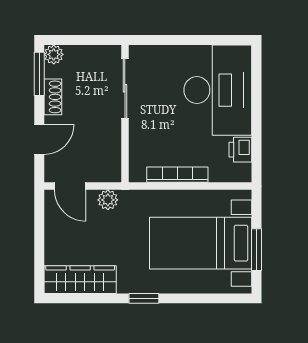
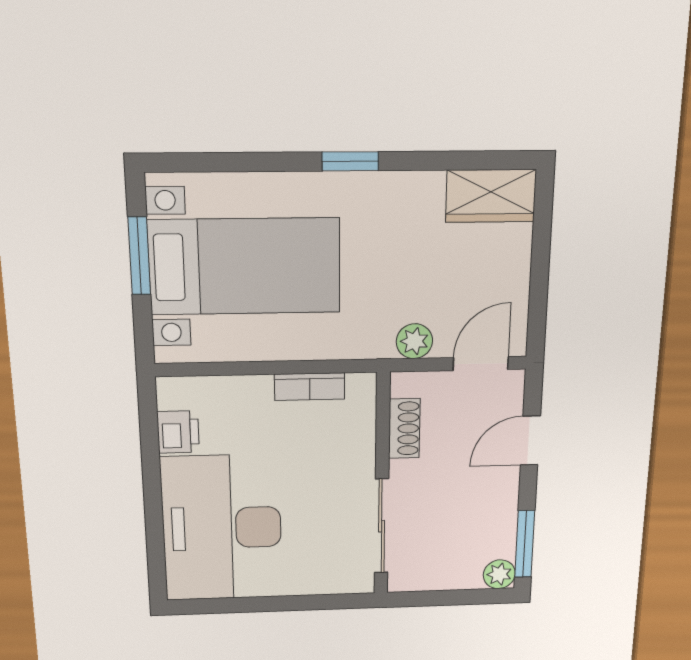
shoe rack: (53, 97) -> (404, 429), moved, turned 180
bookcase: (177, 175) -> (310, 387), width x0.64
door: (70, 186) -> (481, 364), hinge flipped
wardrobe: (80, 280) -> (491, 196), width x0.67

